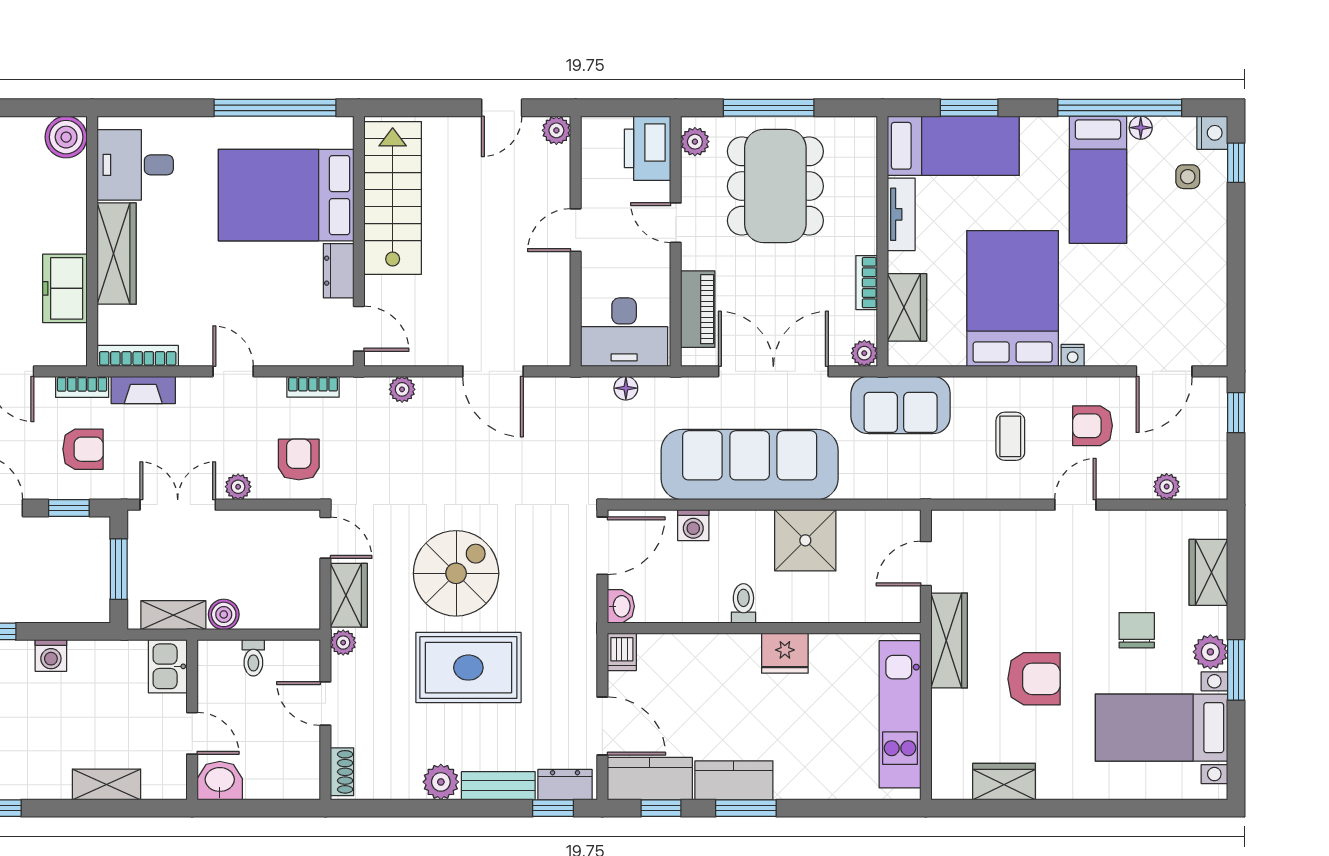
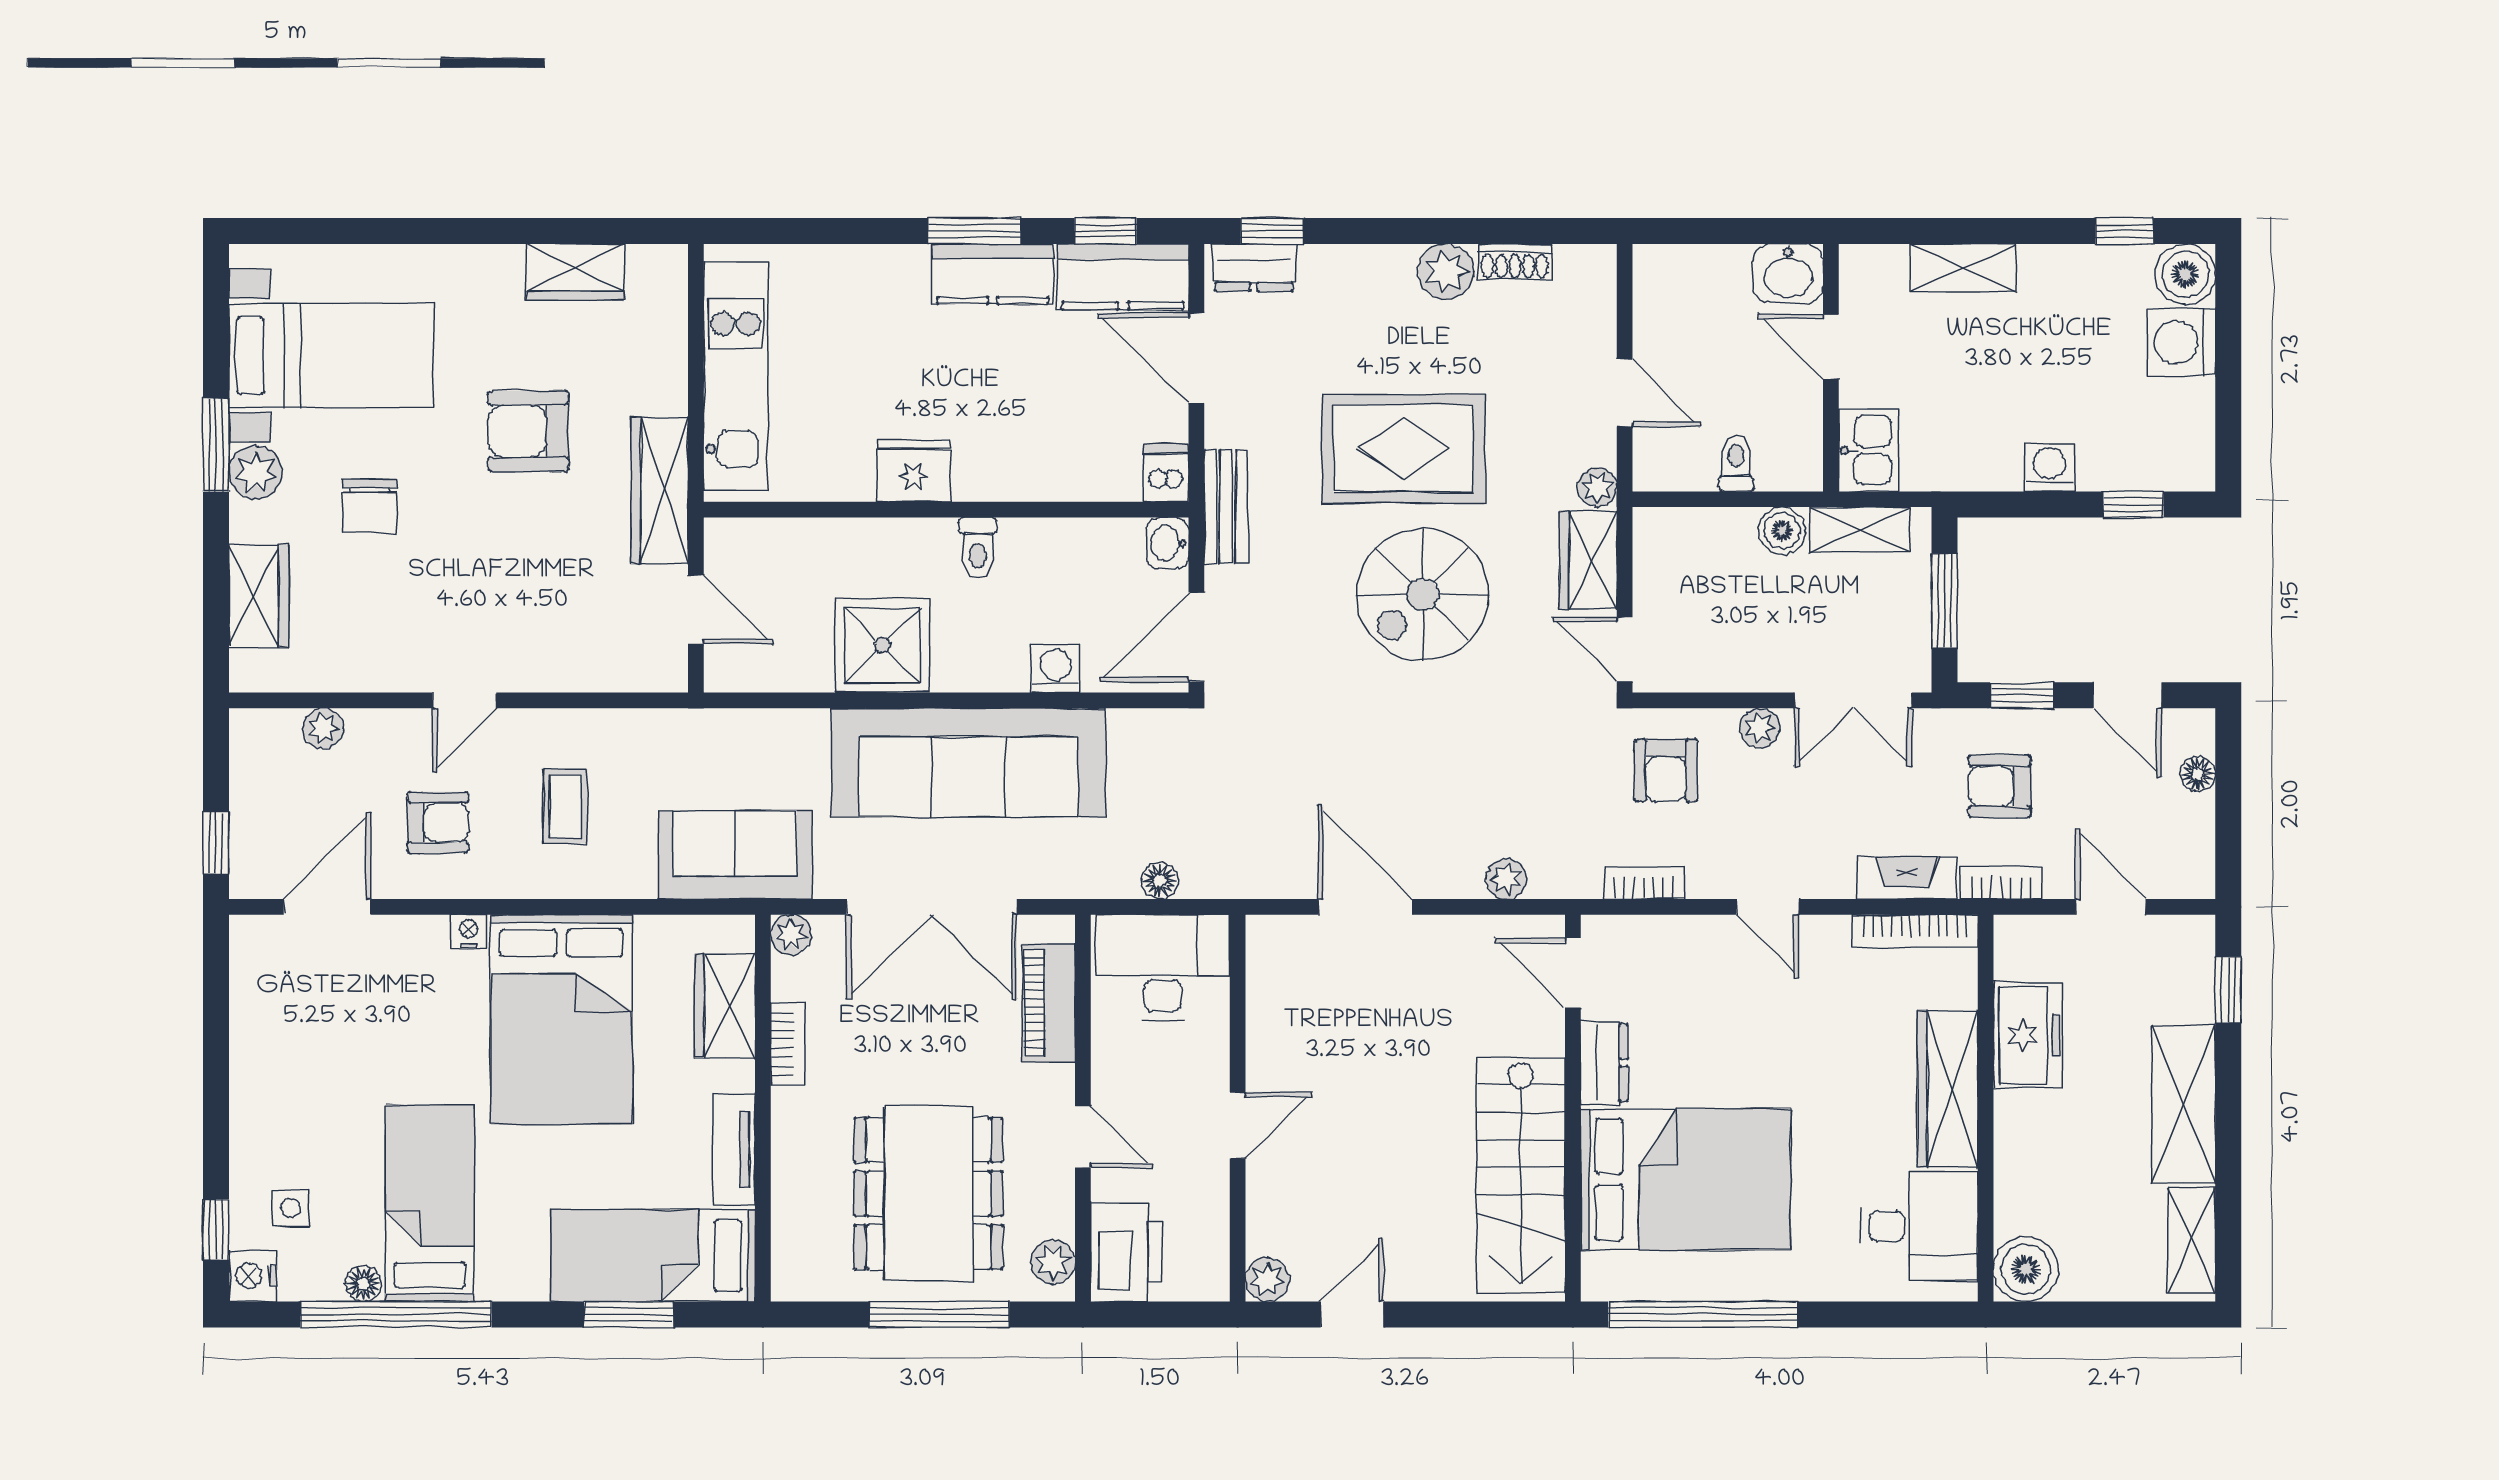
door: (926, 564) -> (696, 609), hinge flipped
shoe rack: (342, 772) -> (1515, 262), moved, turned -90
bench: (498, 786) -> (1226, 507), moved, turned 90

